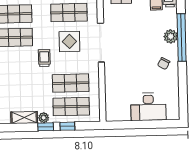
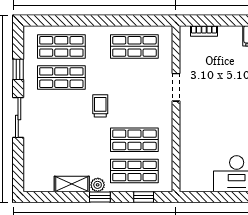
display table: (69, 41) -> (134, 85), removed
doorway: (101, 43) -> (176, 87), width x0.53
window: (67, 126) -> (144, 197), moved

